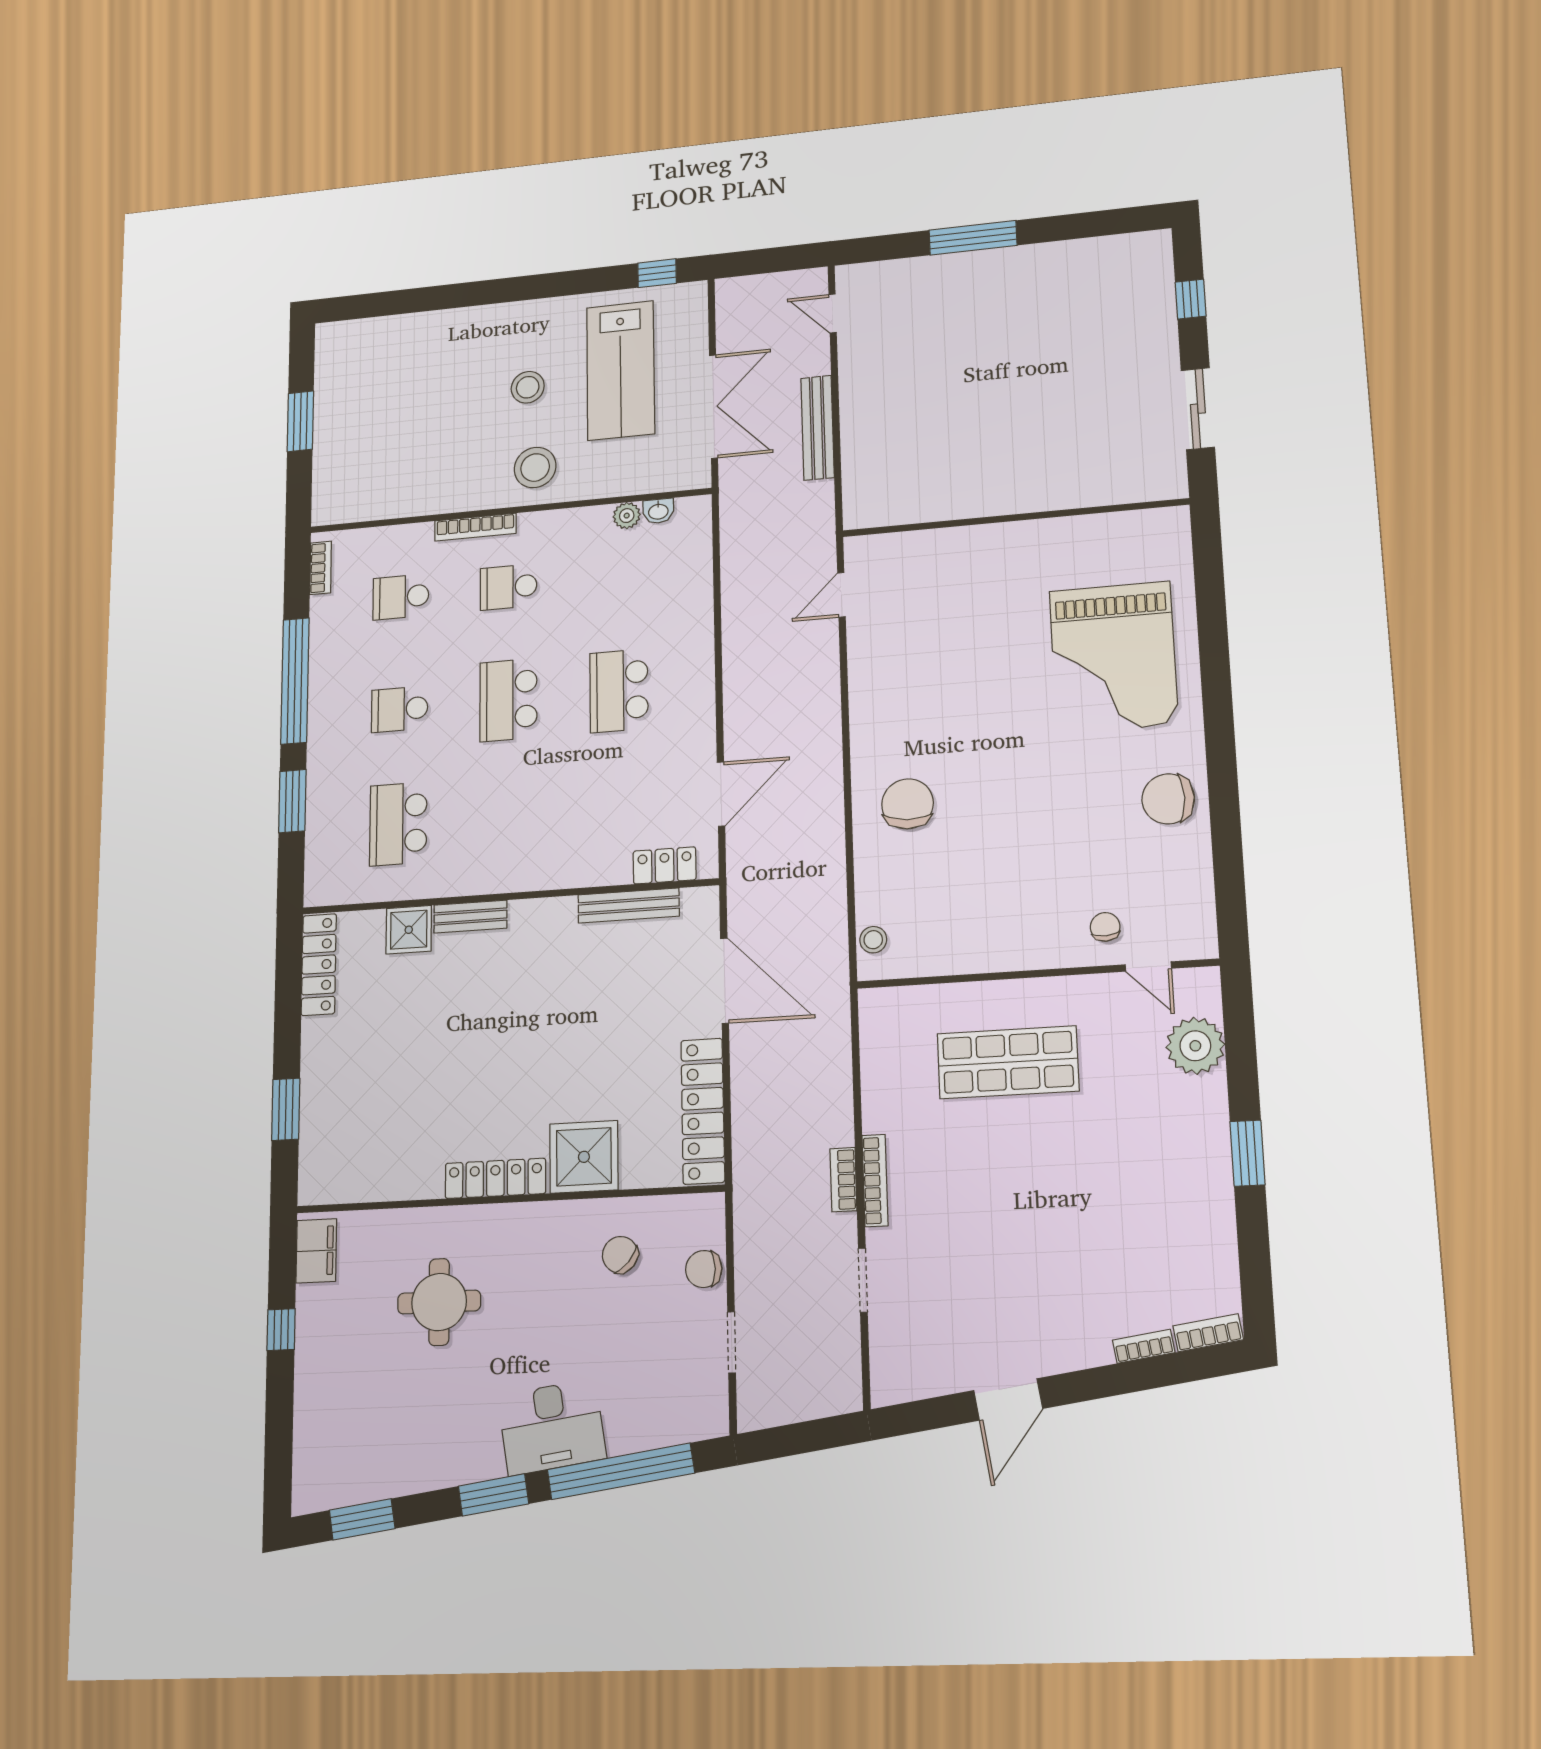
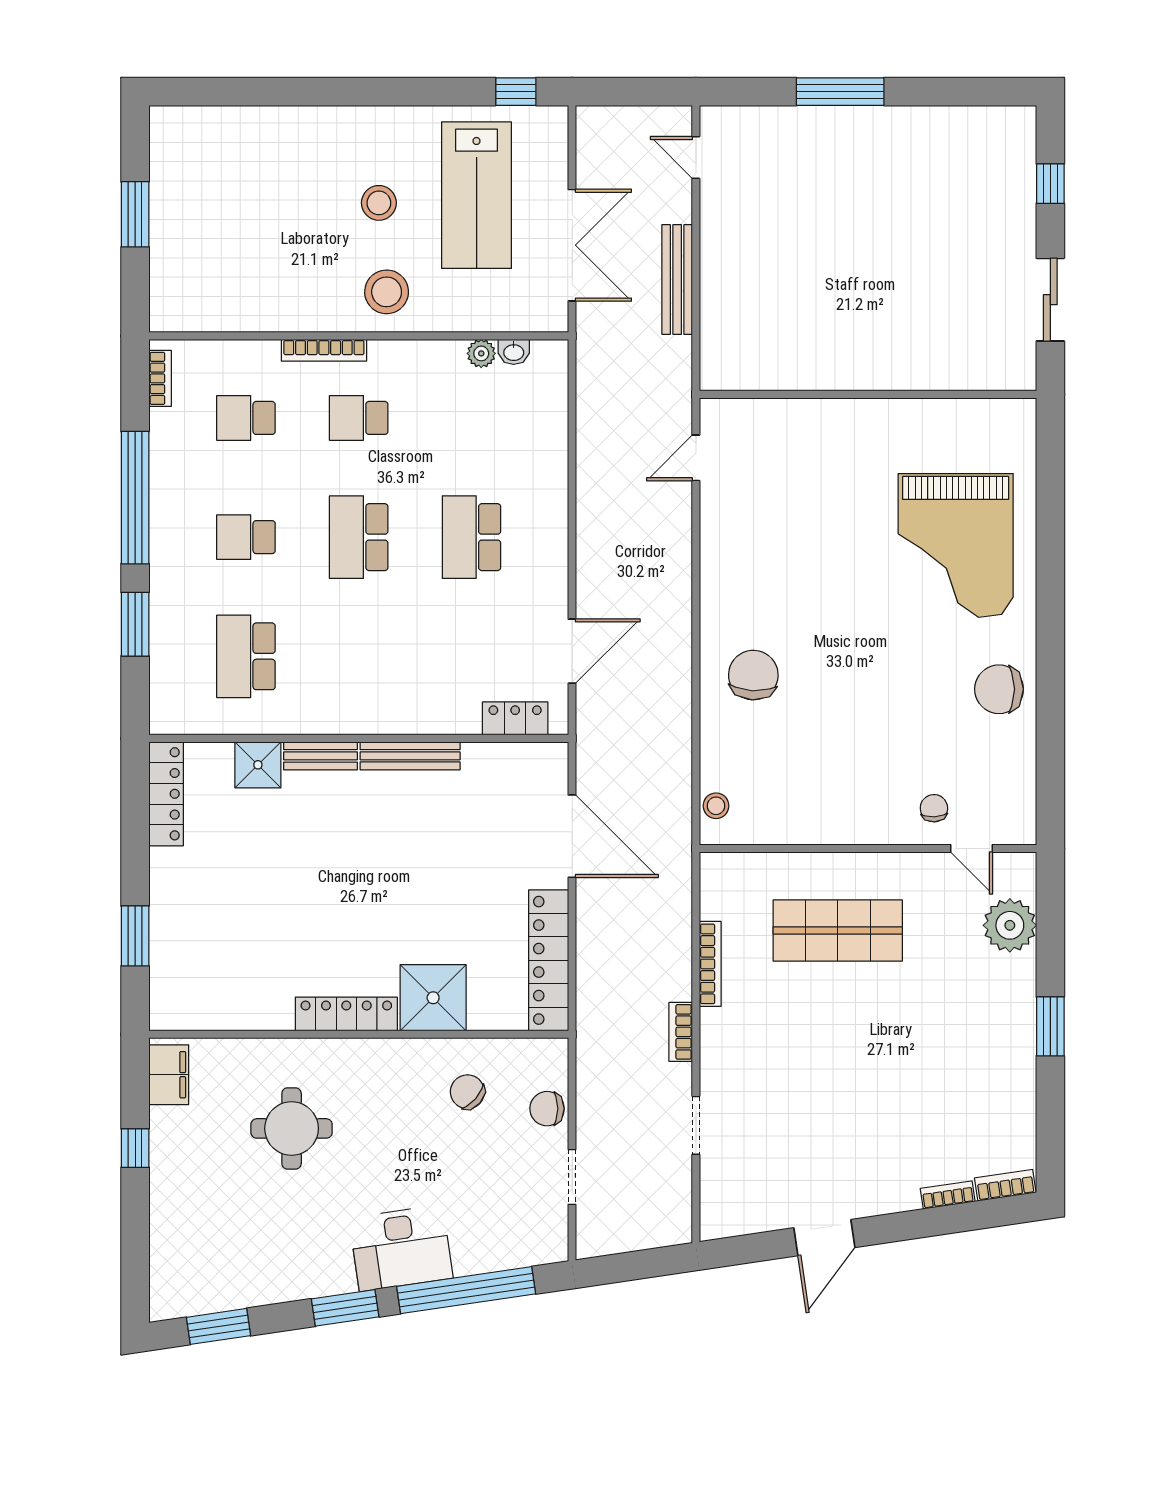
bench: (629, 905) -> (410, 756), moved
bookcase: (875, 1181) -> (710, 964), moved

